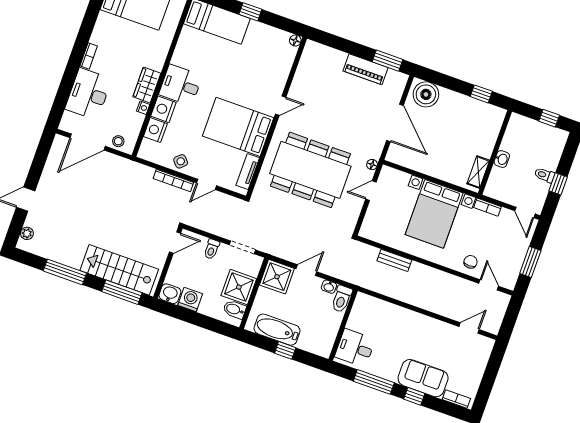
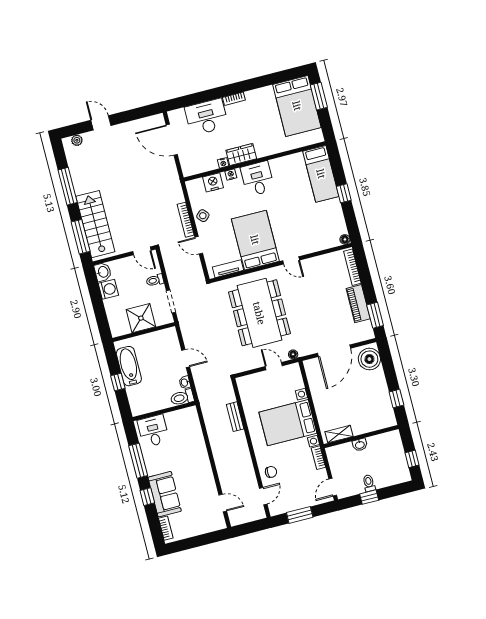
bookcase: (327, 51) -> (352, 267), added
nightstand: (163, 109) -> (231, 174), width x0.53, depth x0.56
stool: (118, 141) -> (187, 161), removed
shower: (277, 277) -> (167, 340), removed
bidet: (235, 309) -> (123, 326), removed

